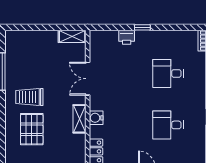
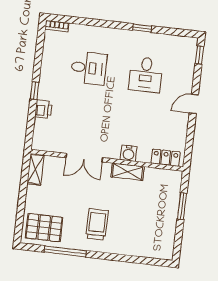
desk: (168, 73) -> (89, 68), turned -90
trolley: (29, 97) -> (97, 224), turned 180
pallet: (32, 129) -> (44, 228), moved

